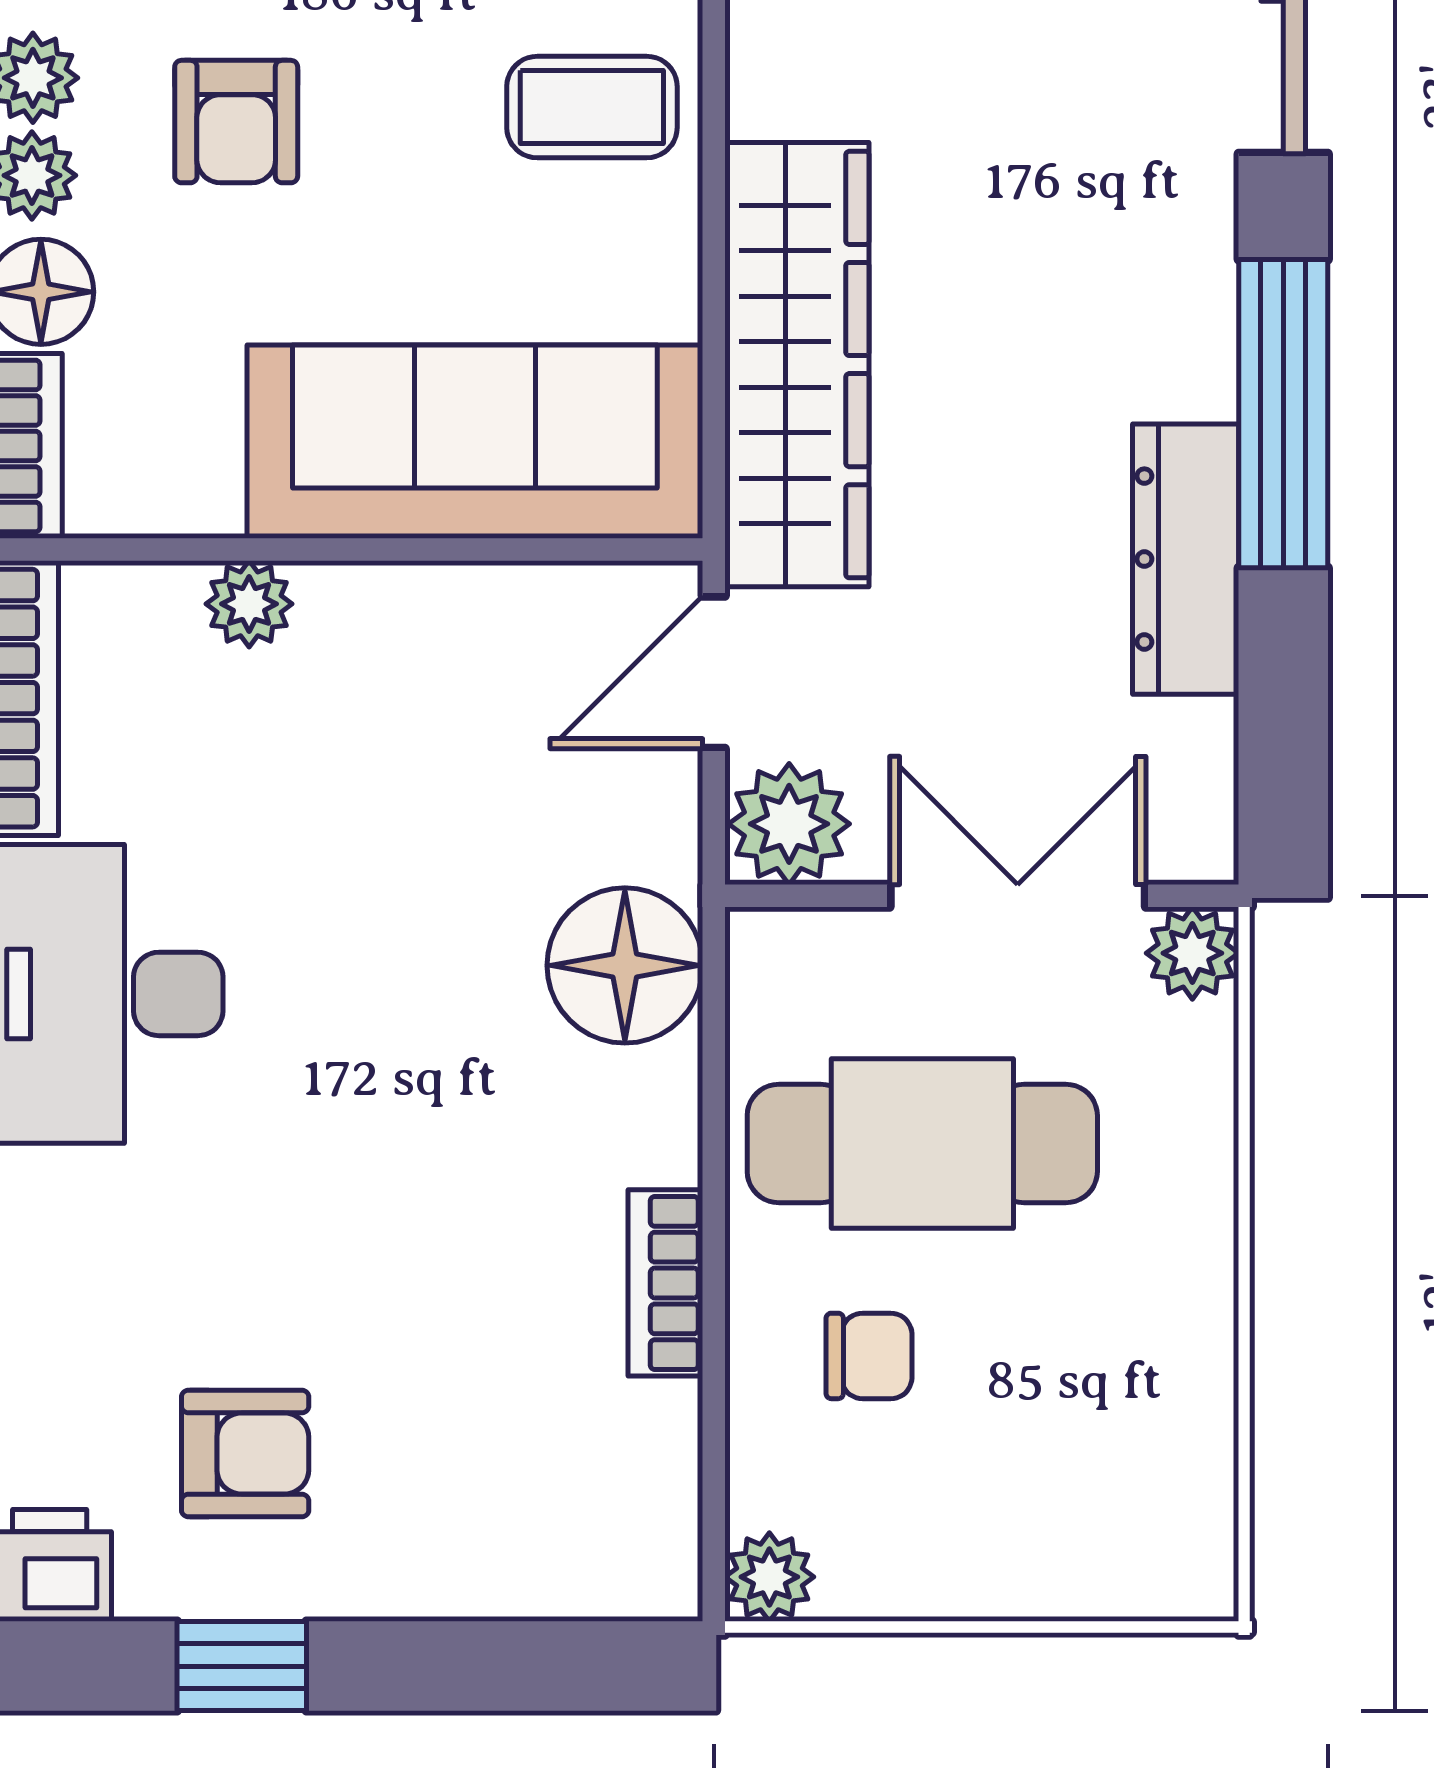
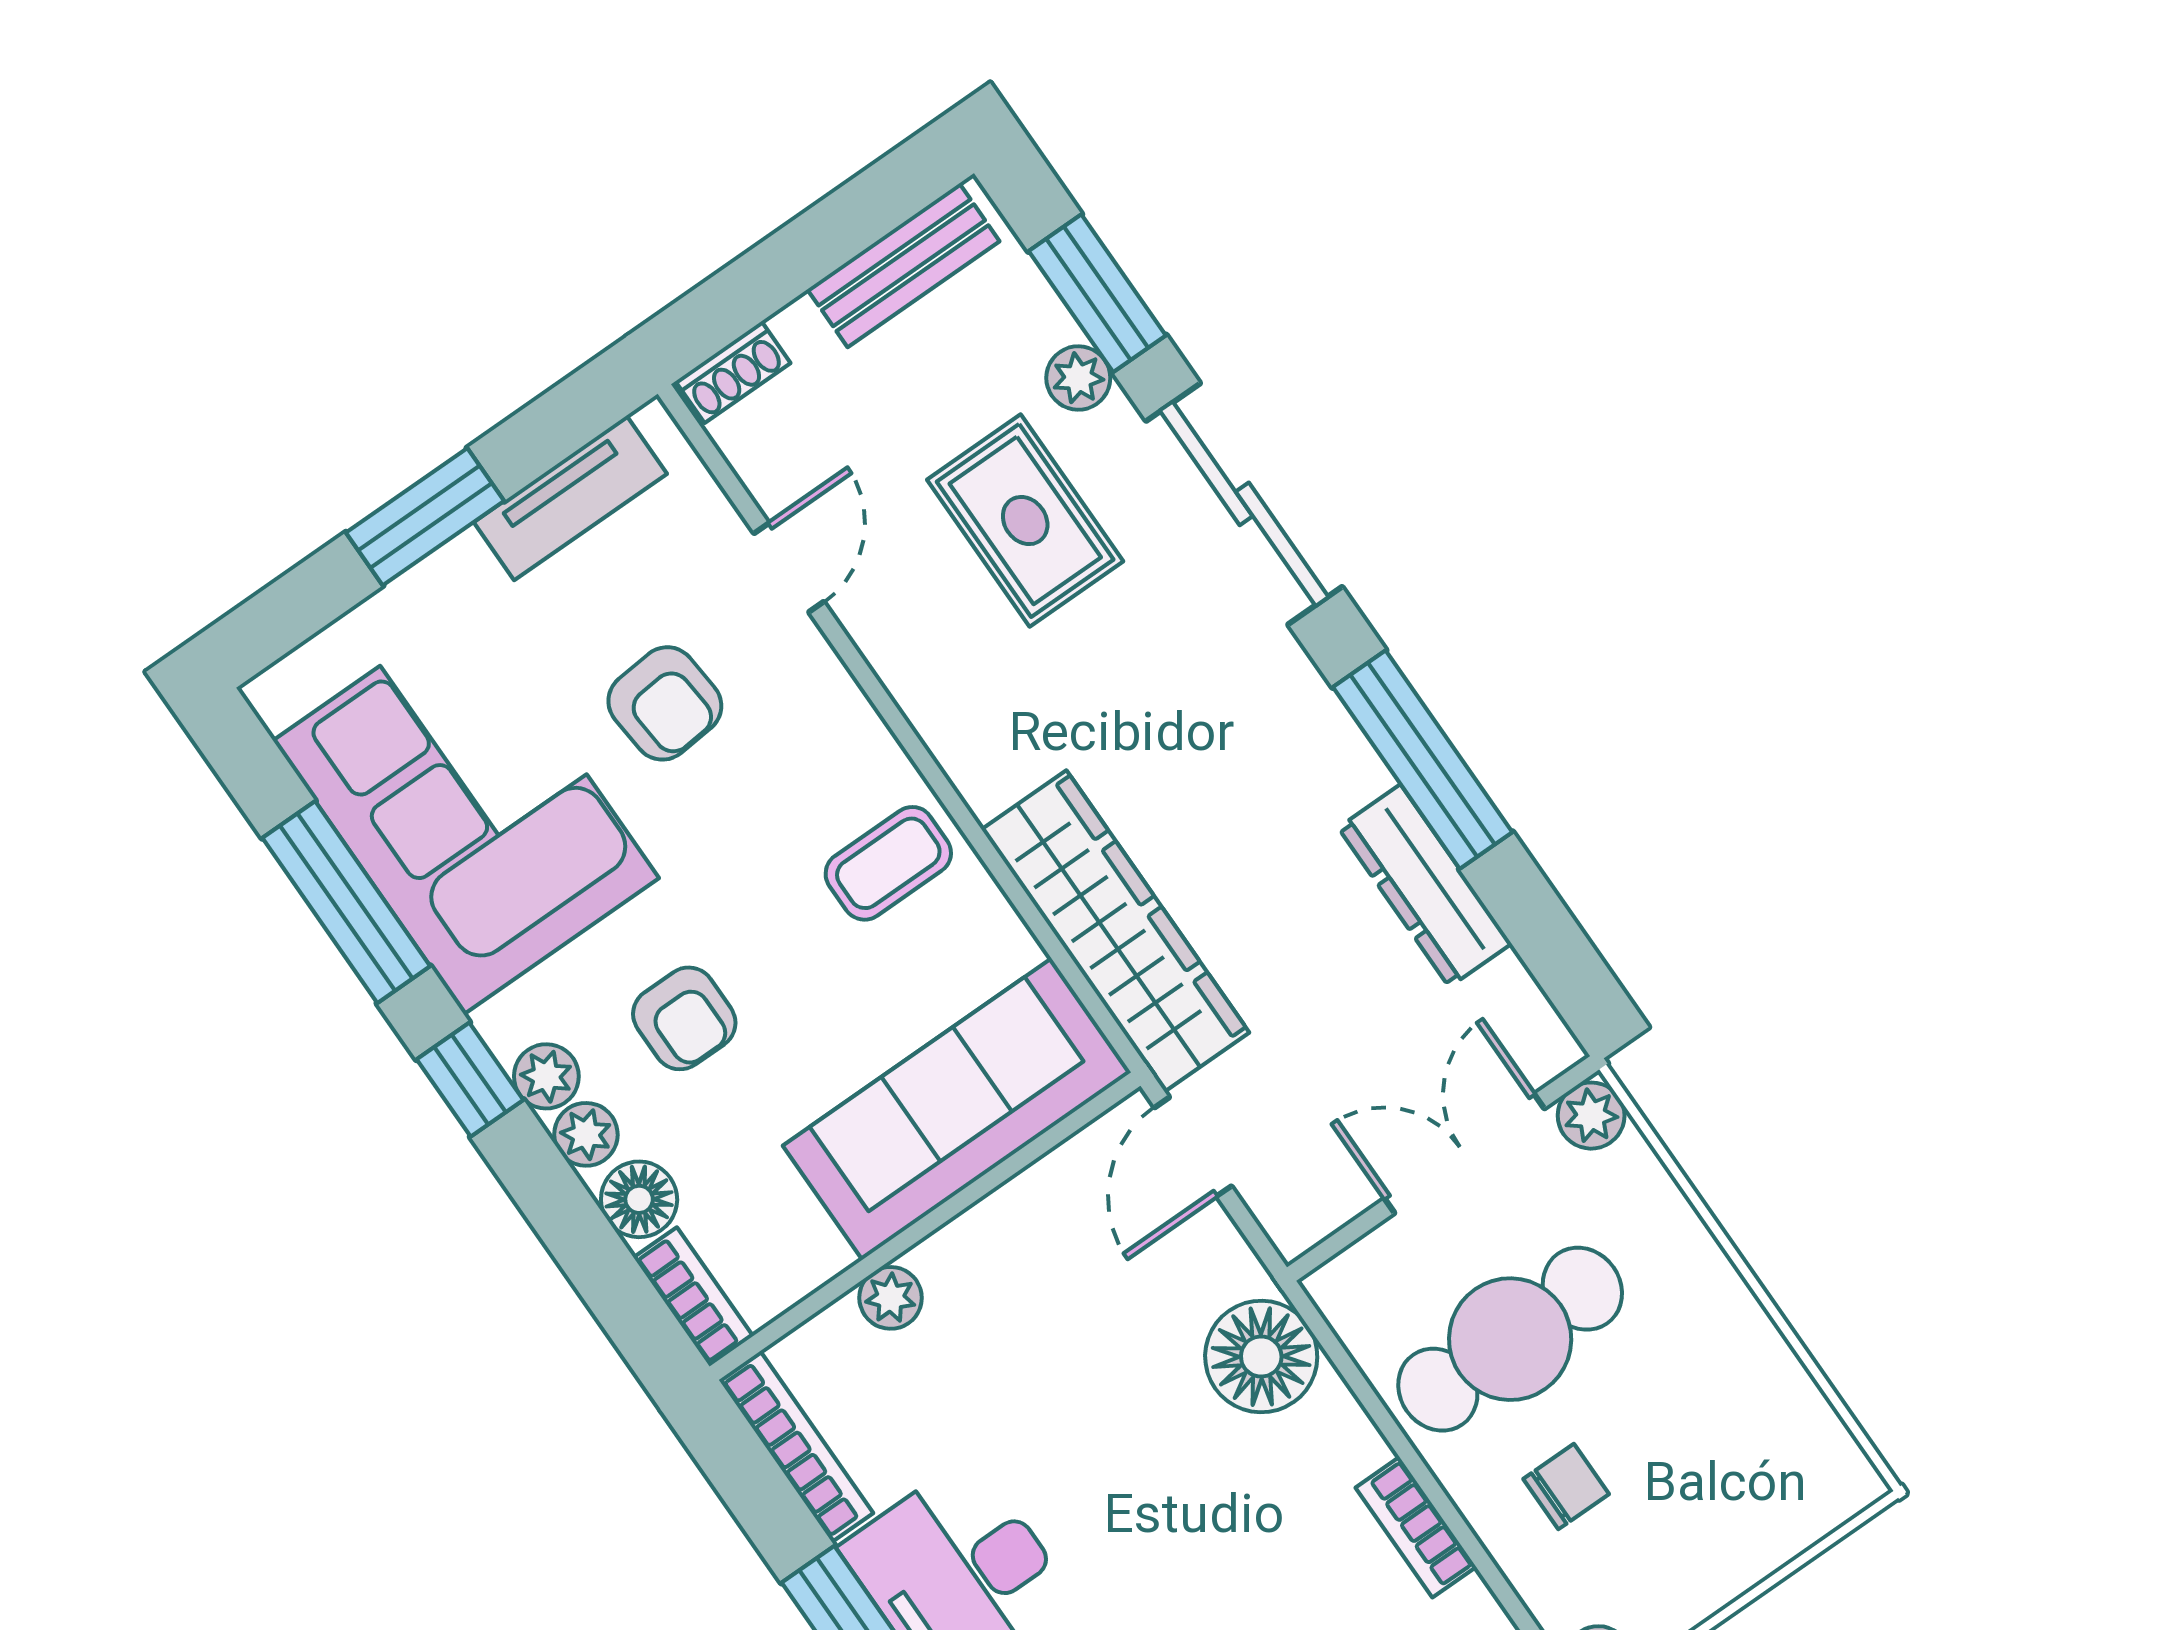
plant: (789, 824) -> (1300, 1205), removed

